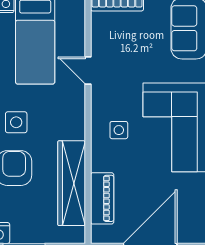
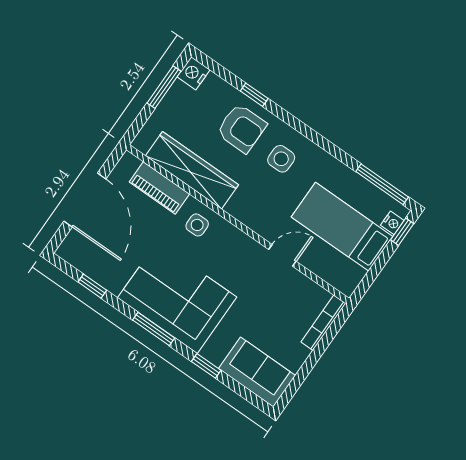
side table: (119, 130) -> (197, 225), moved

